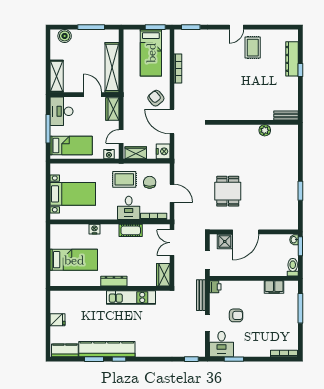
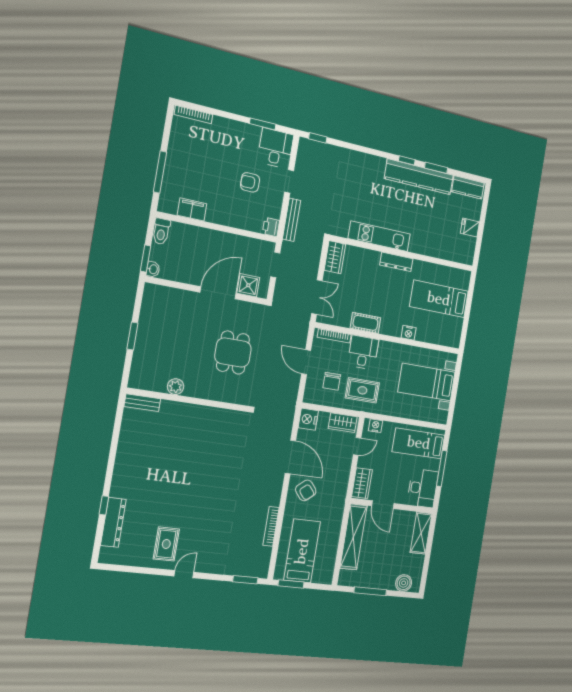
bench: (286, 115) -> (142, 403), moved
wall: (254, 122) -> (189, 400), moved
plant: (265, 130) -> (176, 387), moved

